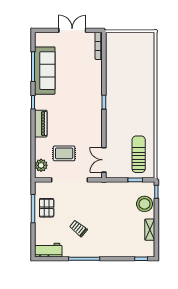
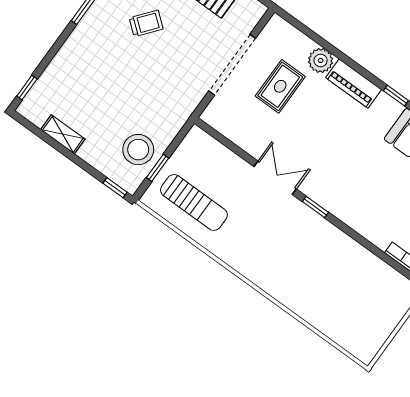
double door: (104, 160) -> (275, 178), moved
plant: (41, 165) -> (321, 60), moved
stool: (145, 204) -> (138, 150), moved

